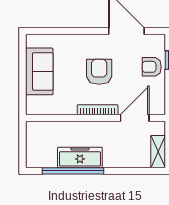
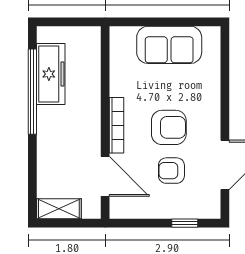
armchair: (152, 67) -> (171, 171), moved, turned -90
freezer: (80, 157) -> (51, 74), moved

